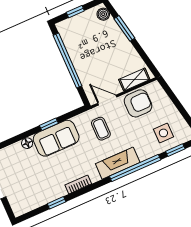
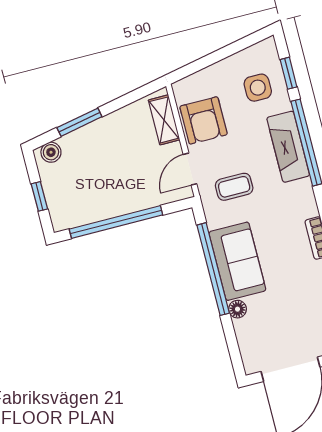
armchair: (138, 103) -> (204, 120), turned 180
window: (49, 124) -> (213, 269), width x3.17
fireplace: (118, 163) -> (288, 147), moved

